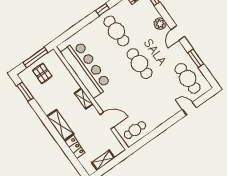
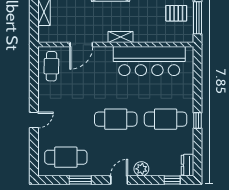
door: (178, 33) -> (119, 180), hinge flipped
door: (189, 109) -> (34, 120), moved

